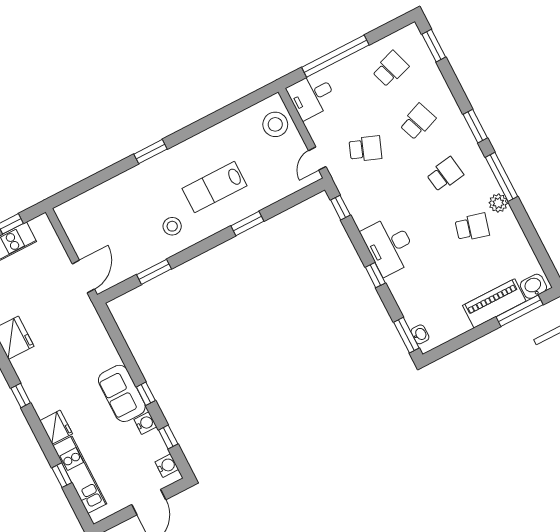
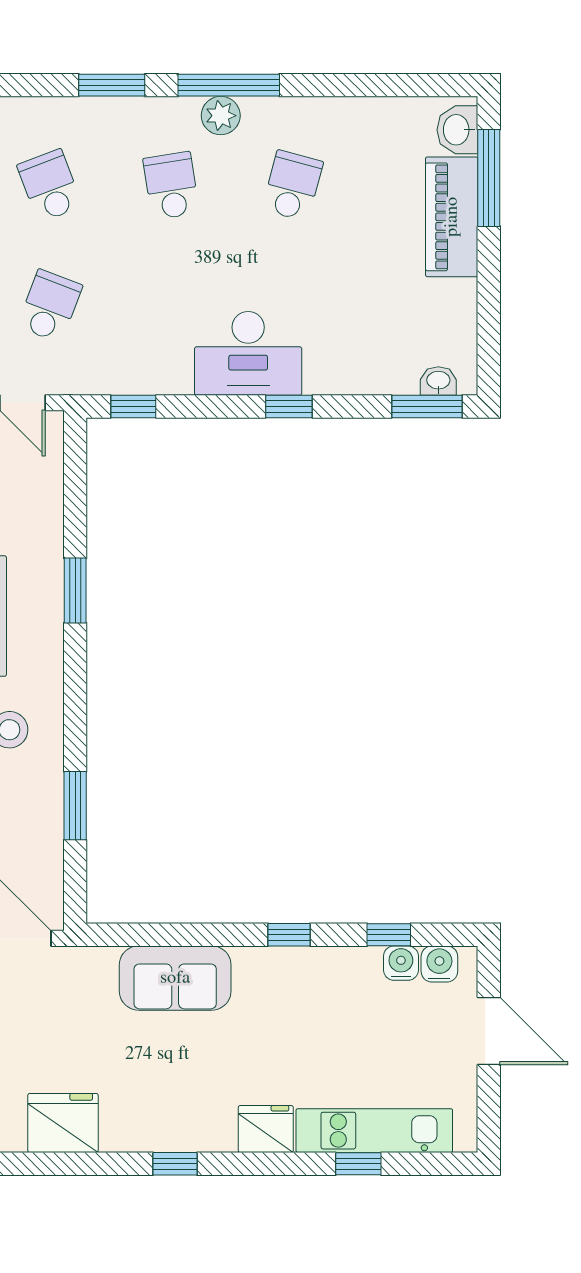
plant: (498, 203) -> (221, 116), moved
sofa: (122, 393) -> (175, 978), moved
water cooler: (145, 423) -> (401, 963), moved

